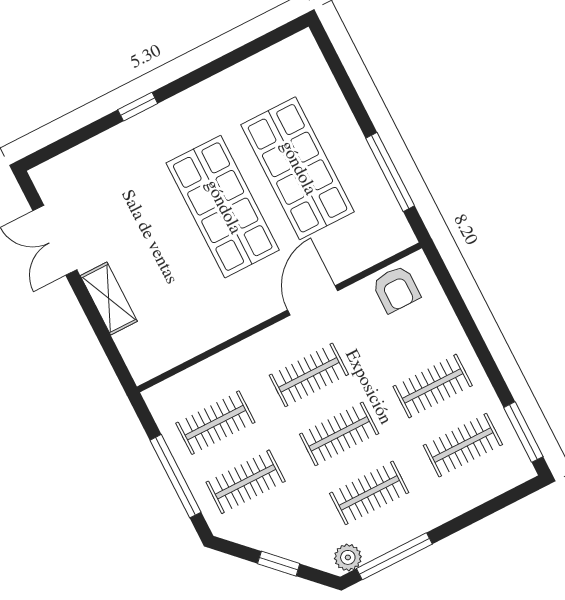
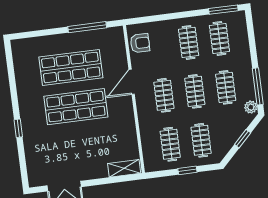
shelving: (109, 299) -> (124, 168), moved
door: (313, 300) -> (132, 82), hinge flipped
window: (175, 476) -> (187, 170), width x0.46

